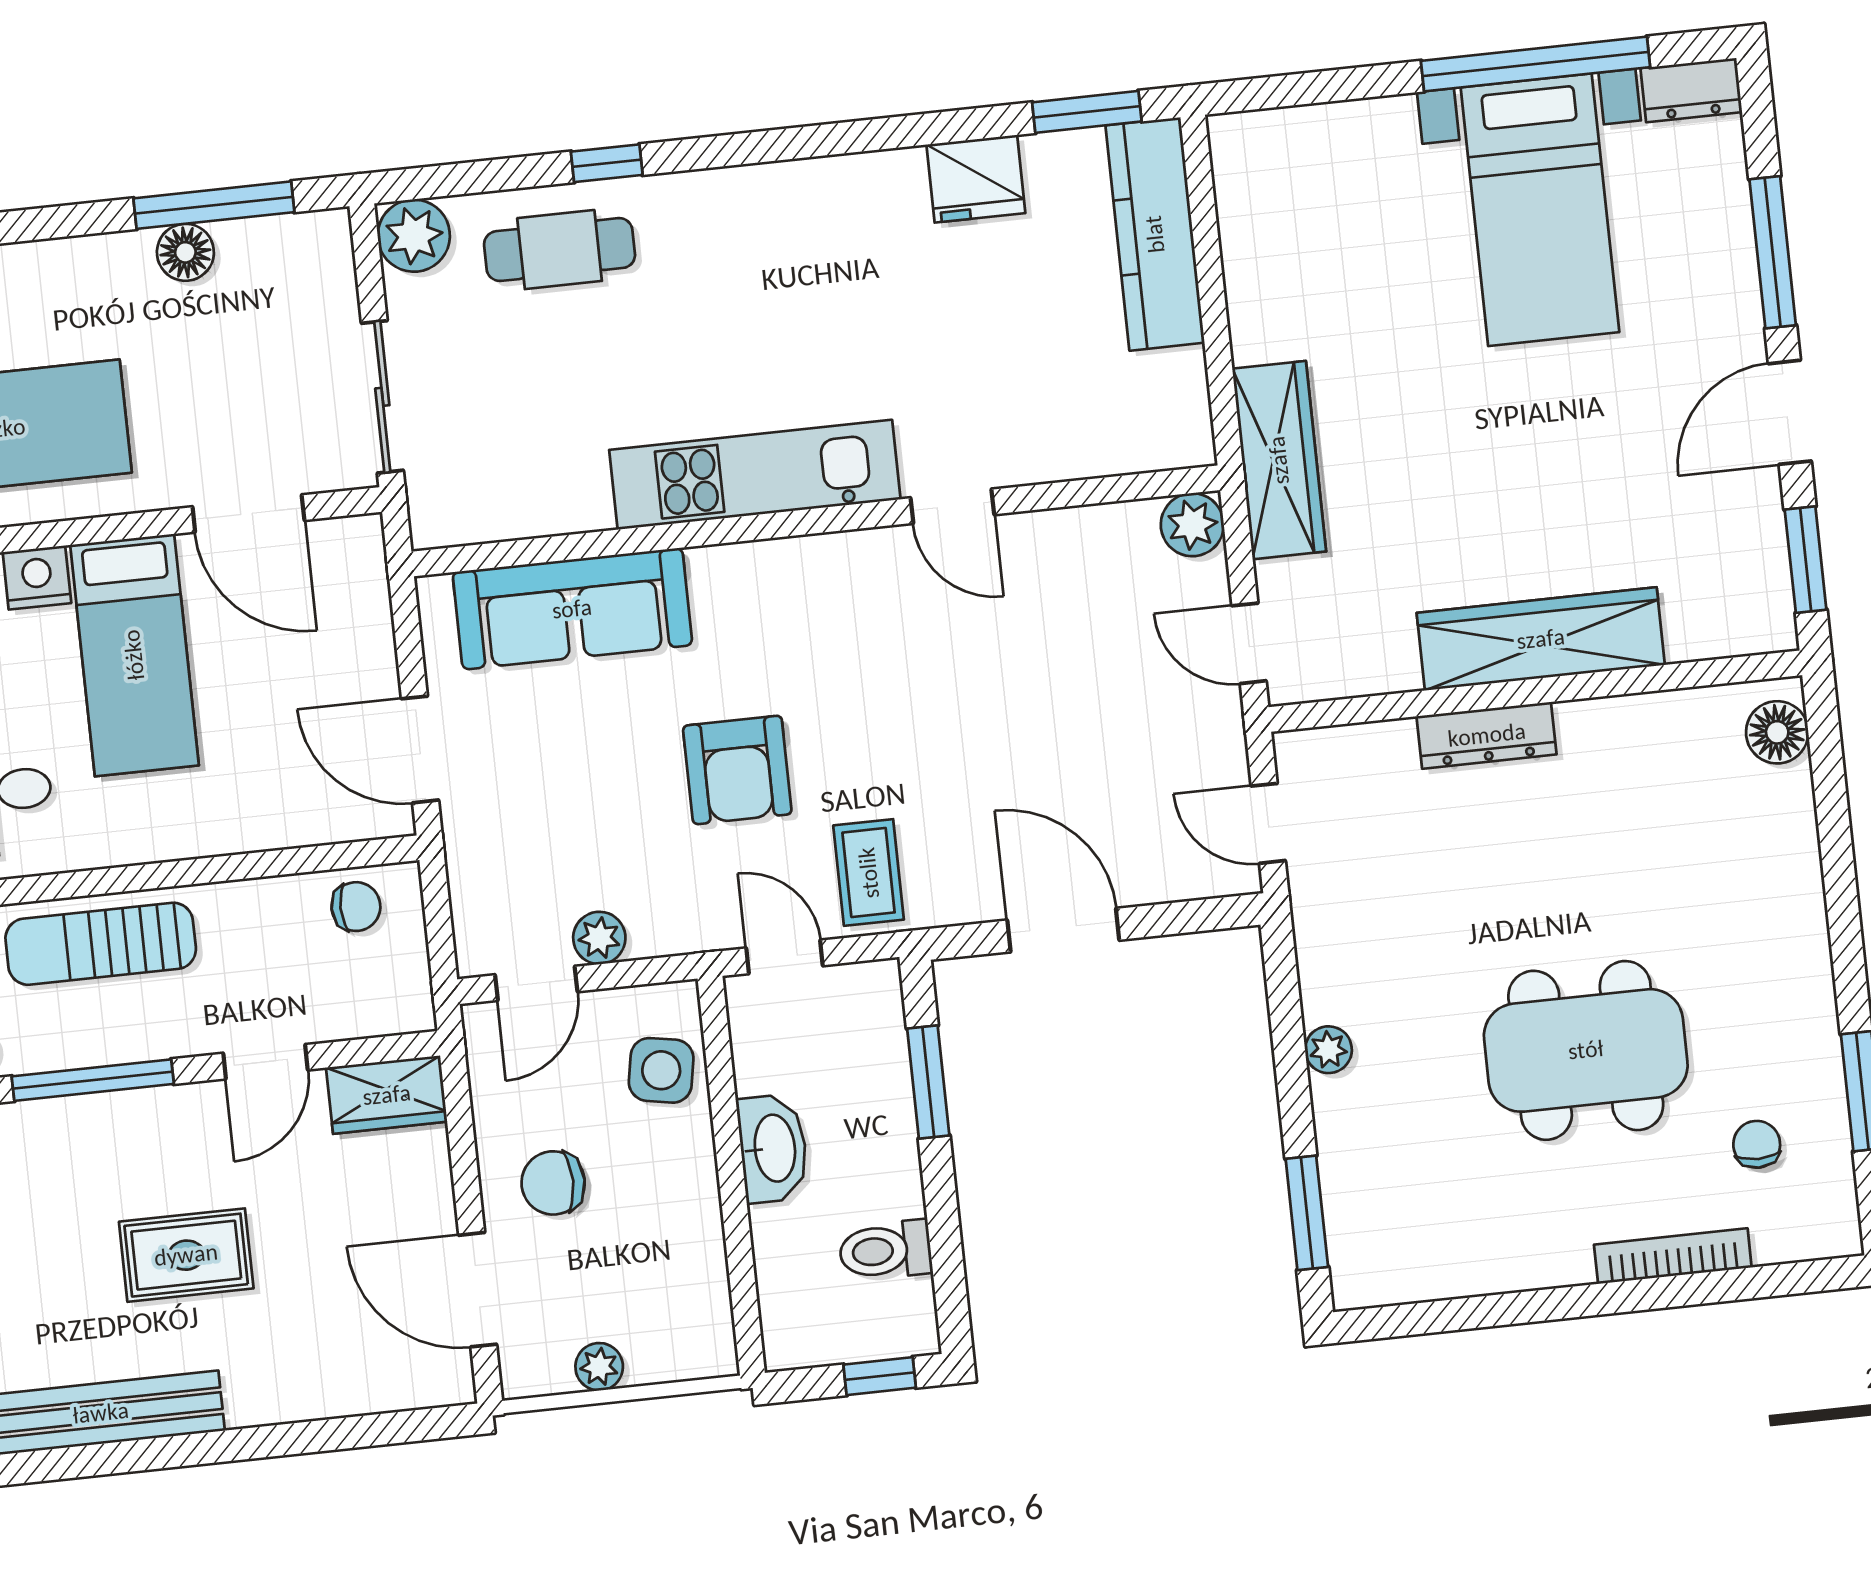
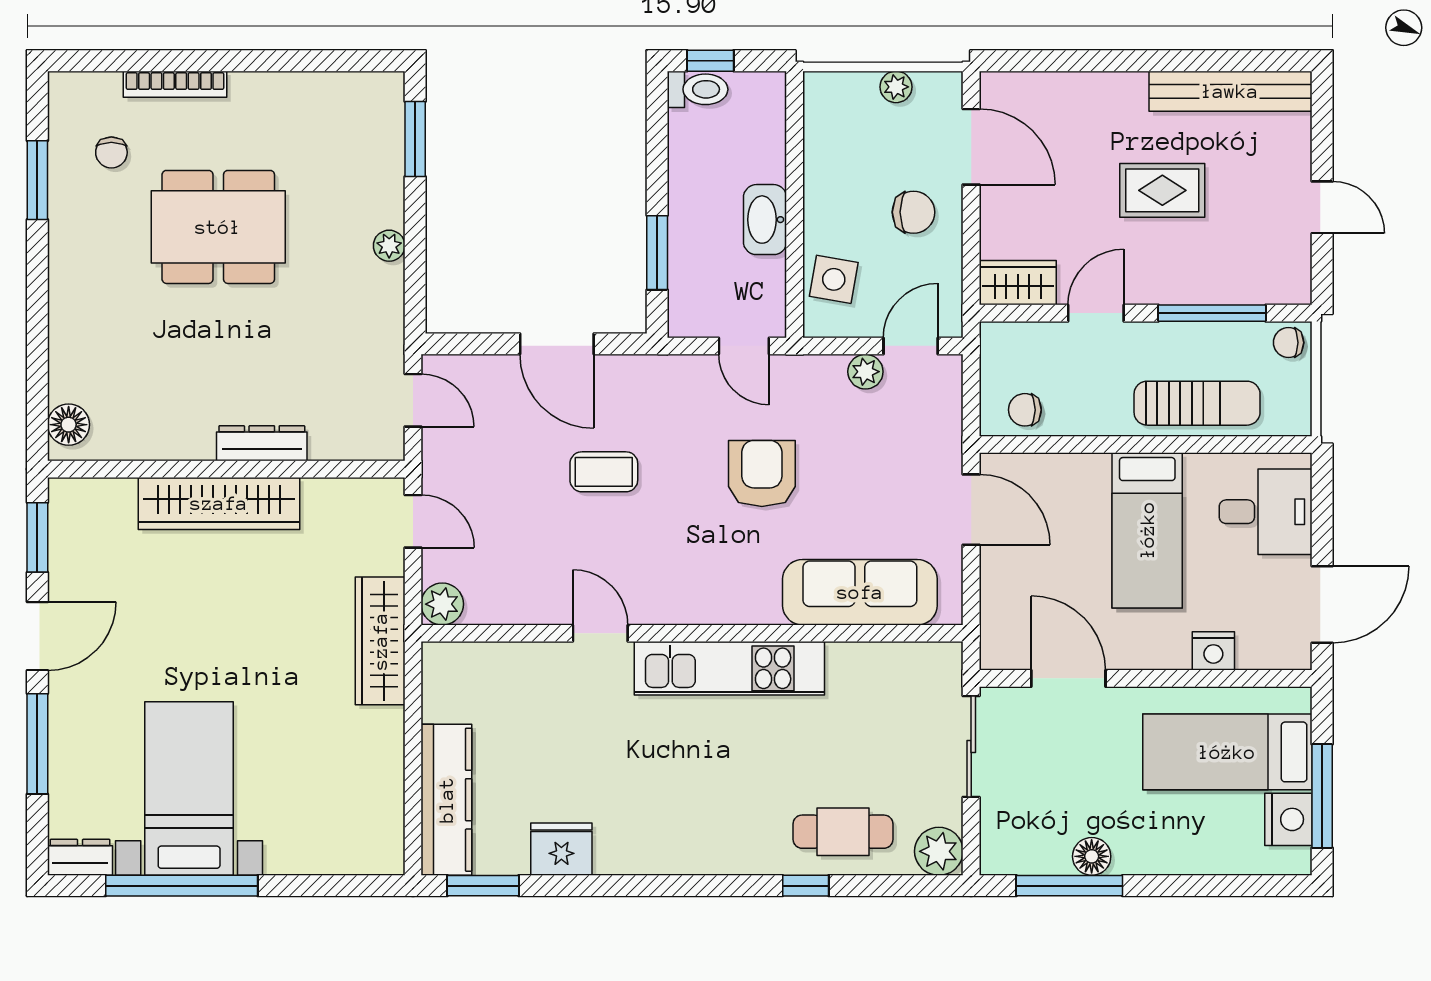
bed: (134, 655) -> (1147, 530), moved, turned 180
coffee table: (869, 873) -> (604, 472), moved, turned 90
toilet: (885, 1250) -> (698, 89), moved

